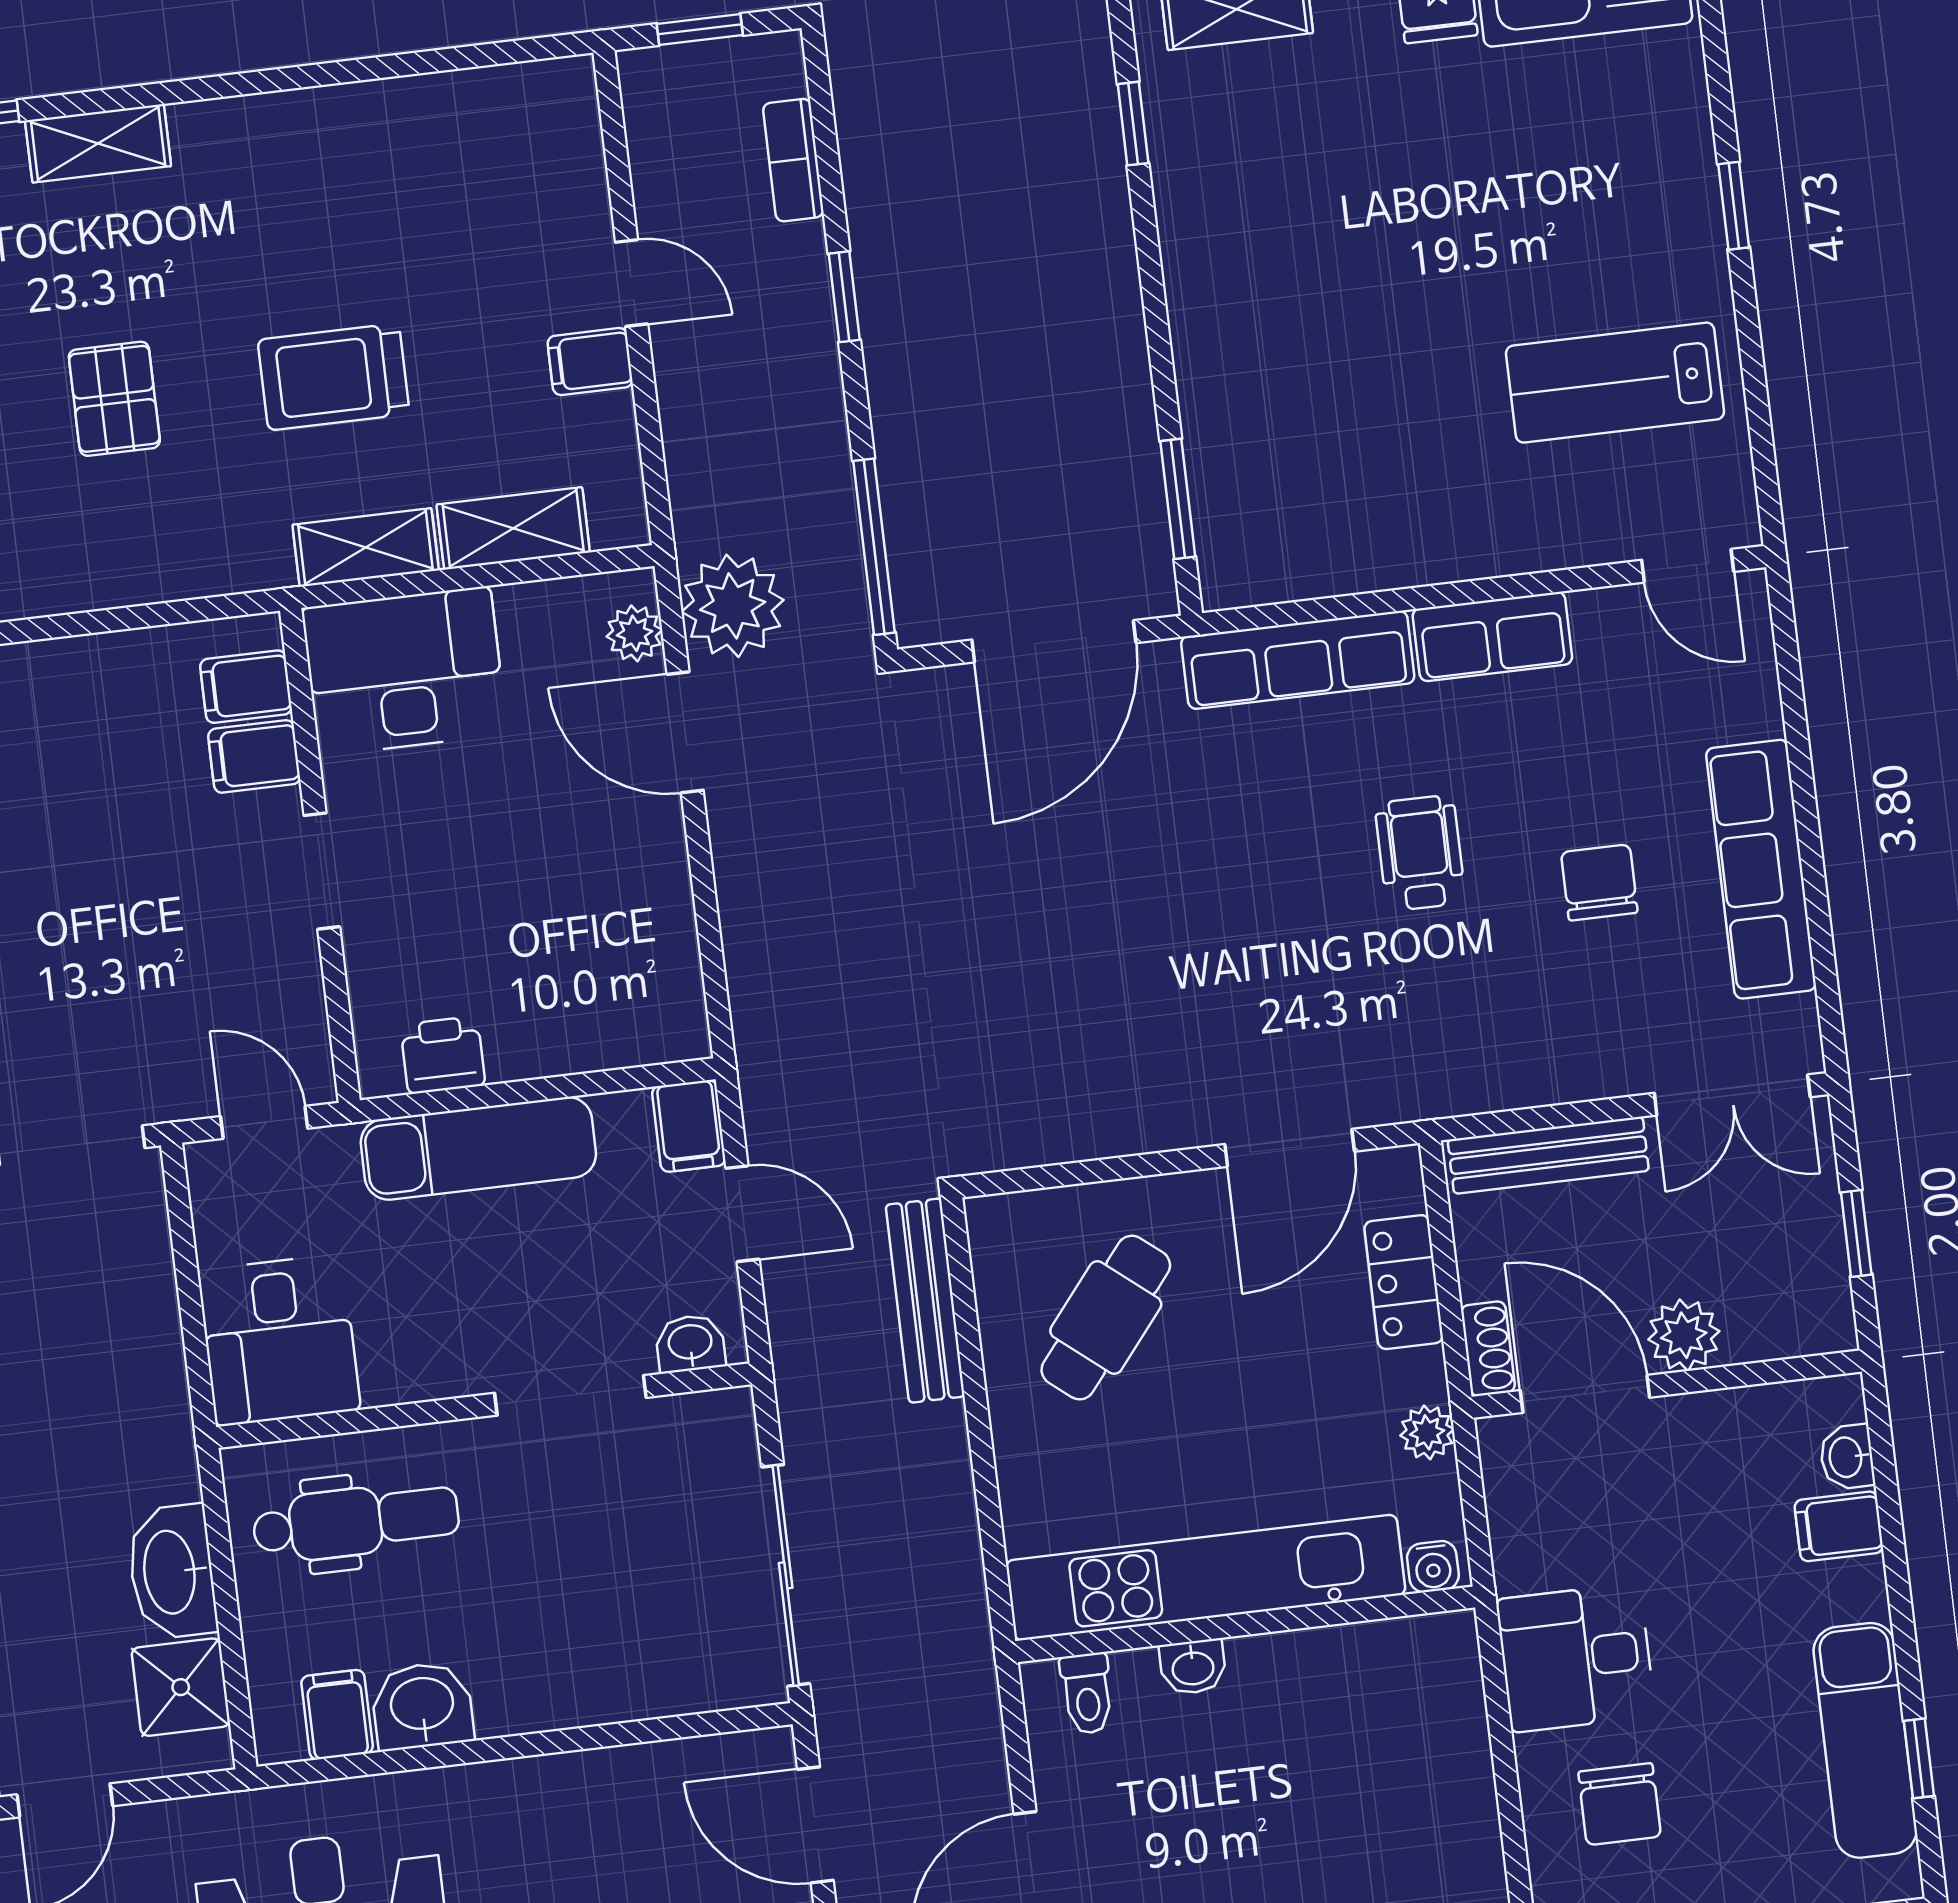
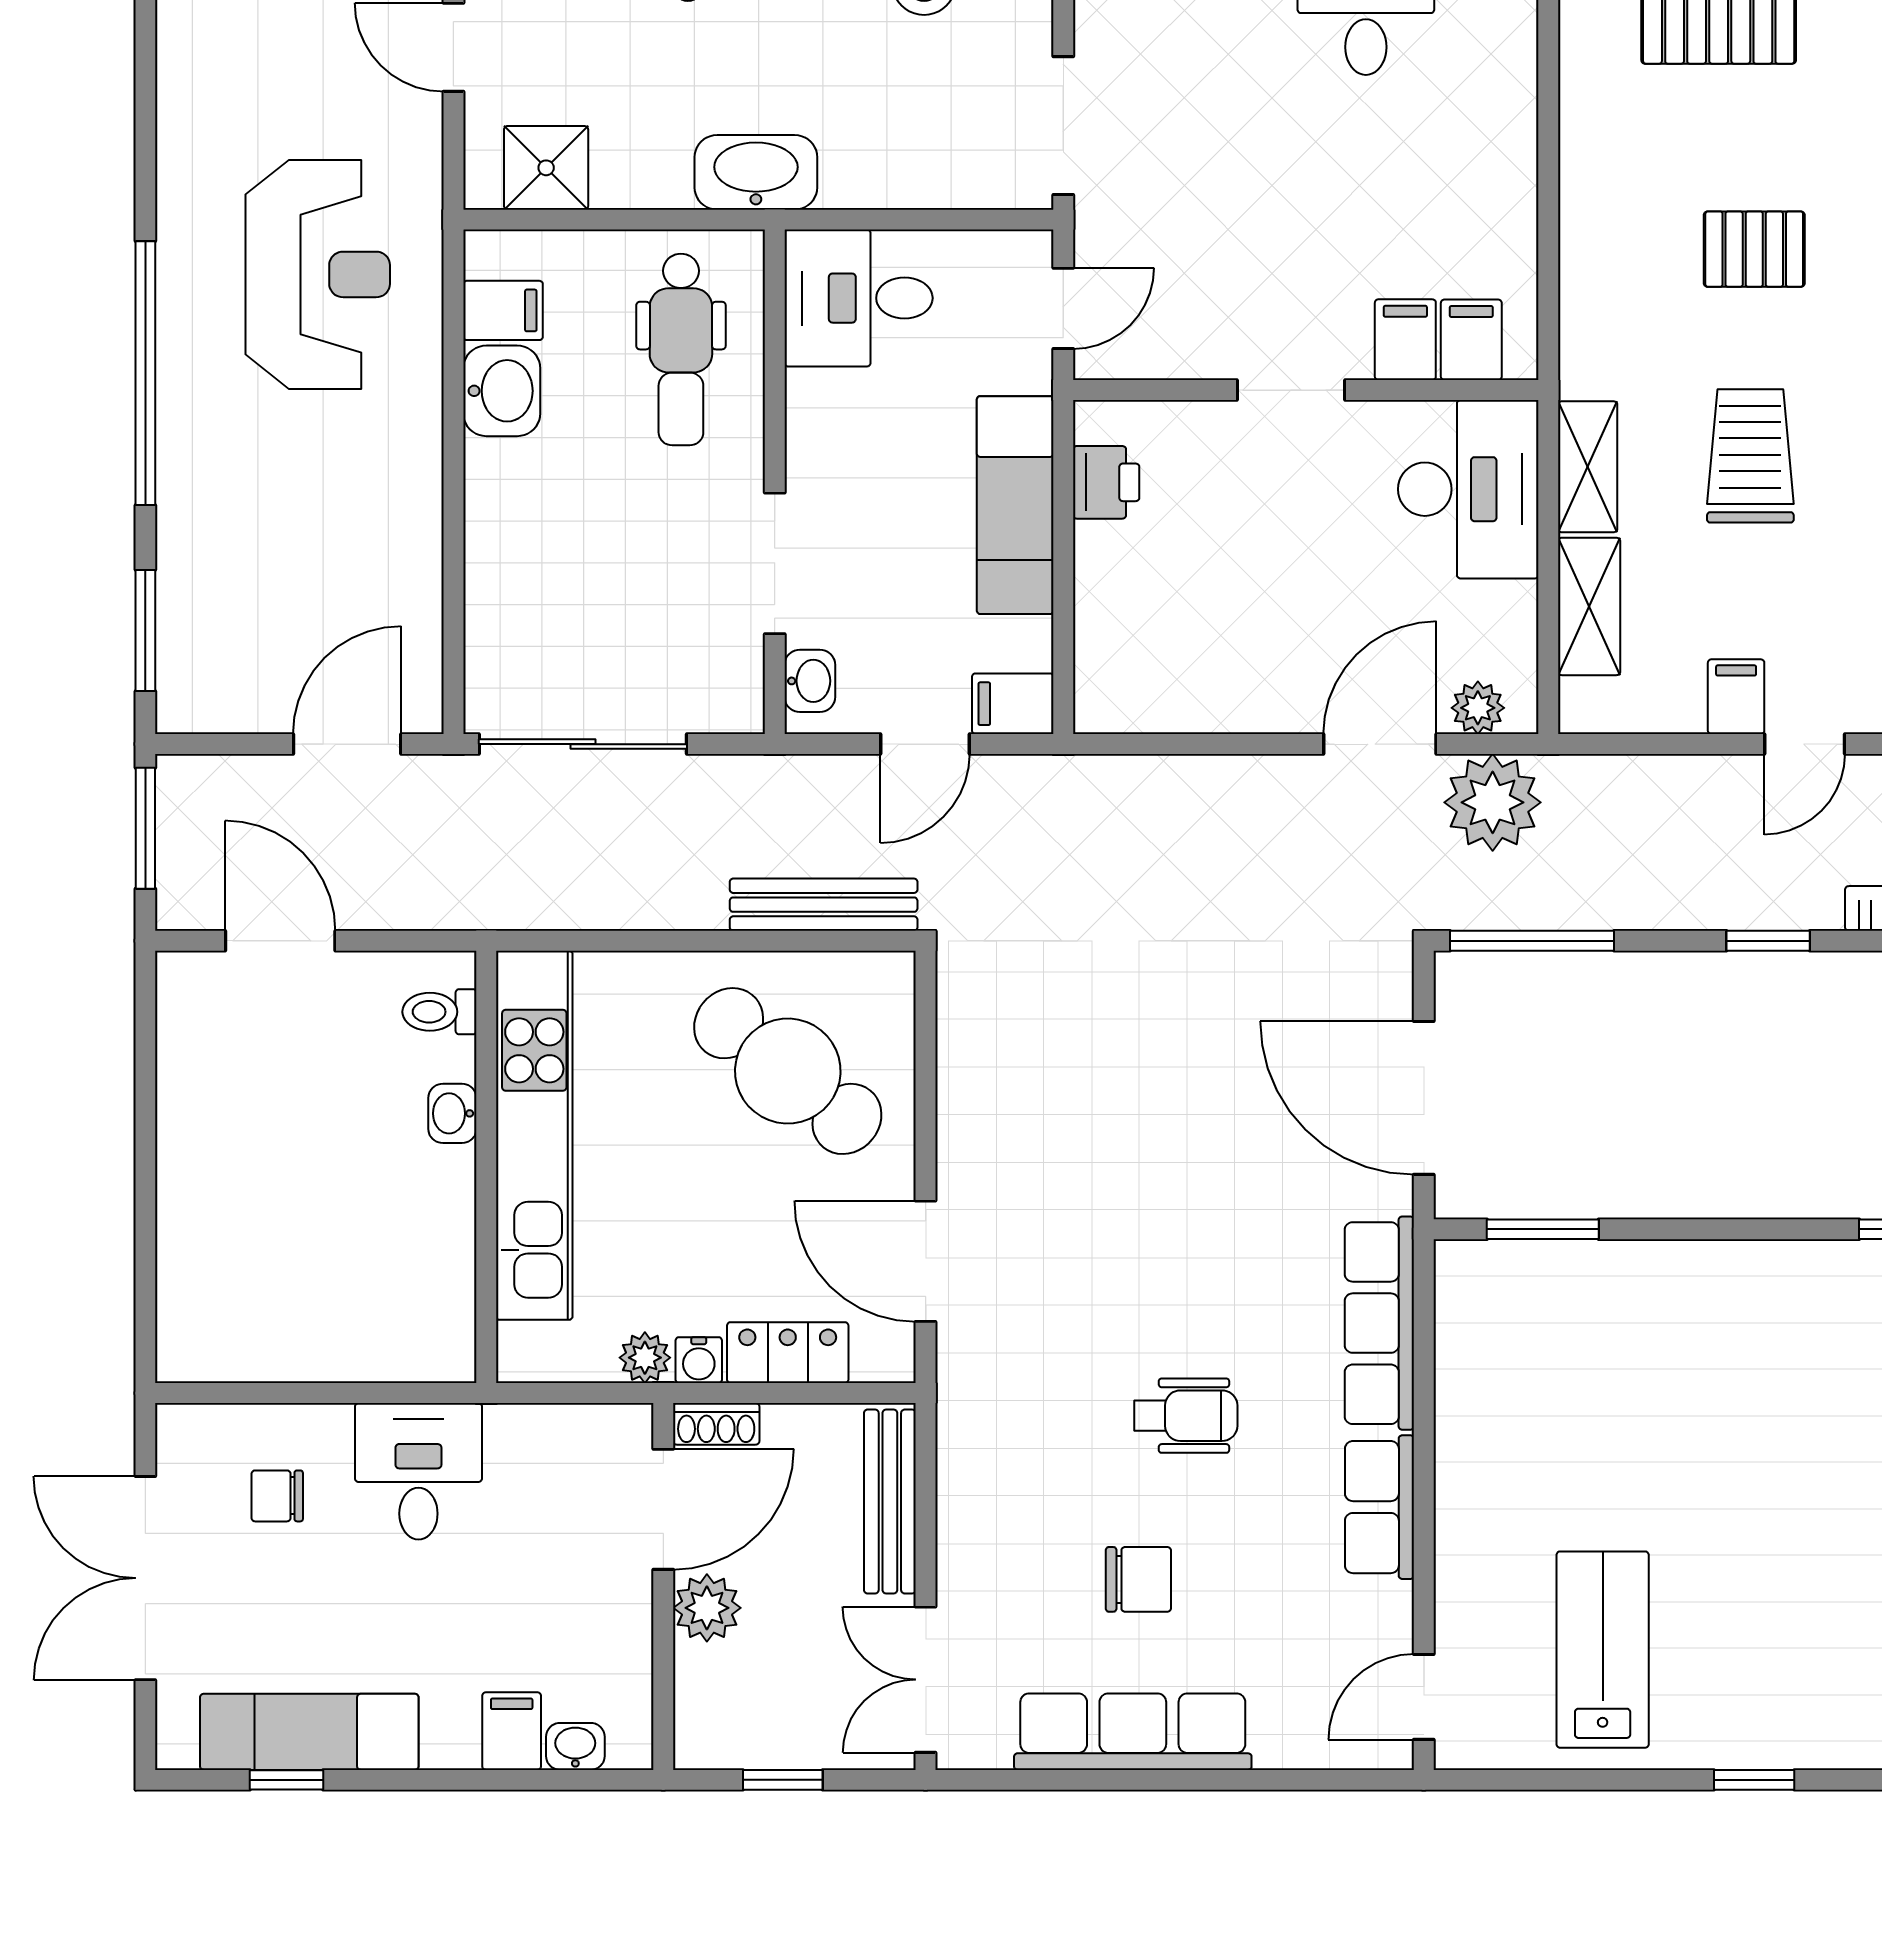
cafe table: (1106, 1318) -> (788, 1071), width x1.37, depth x1.35
water cooler: (1433, 1567) -> (699, 1360), moved, turned -90
washbasin: (172, 1572) -> (756, 172), moved
chair: (1620, 1804) -> (277, 1496), width x0.73, depth x0.73

